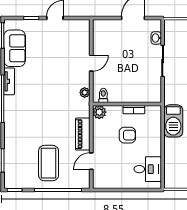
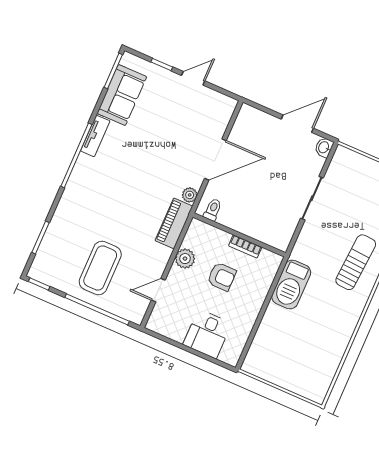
washbasin: (156, 38) -> (324, 147), moved
door: (91, 63) -> (215, 159), width x1.87
plant: (99, 112) -> (185, 259), moved
piano: (83, 134) -> (174, 223), moved
desk: (148, 169) -> (207, 334), moved, turned 90

